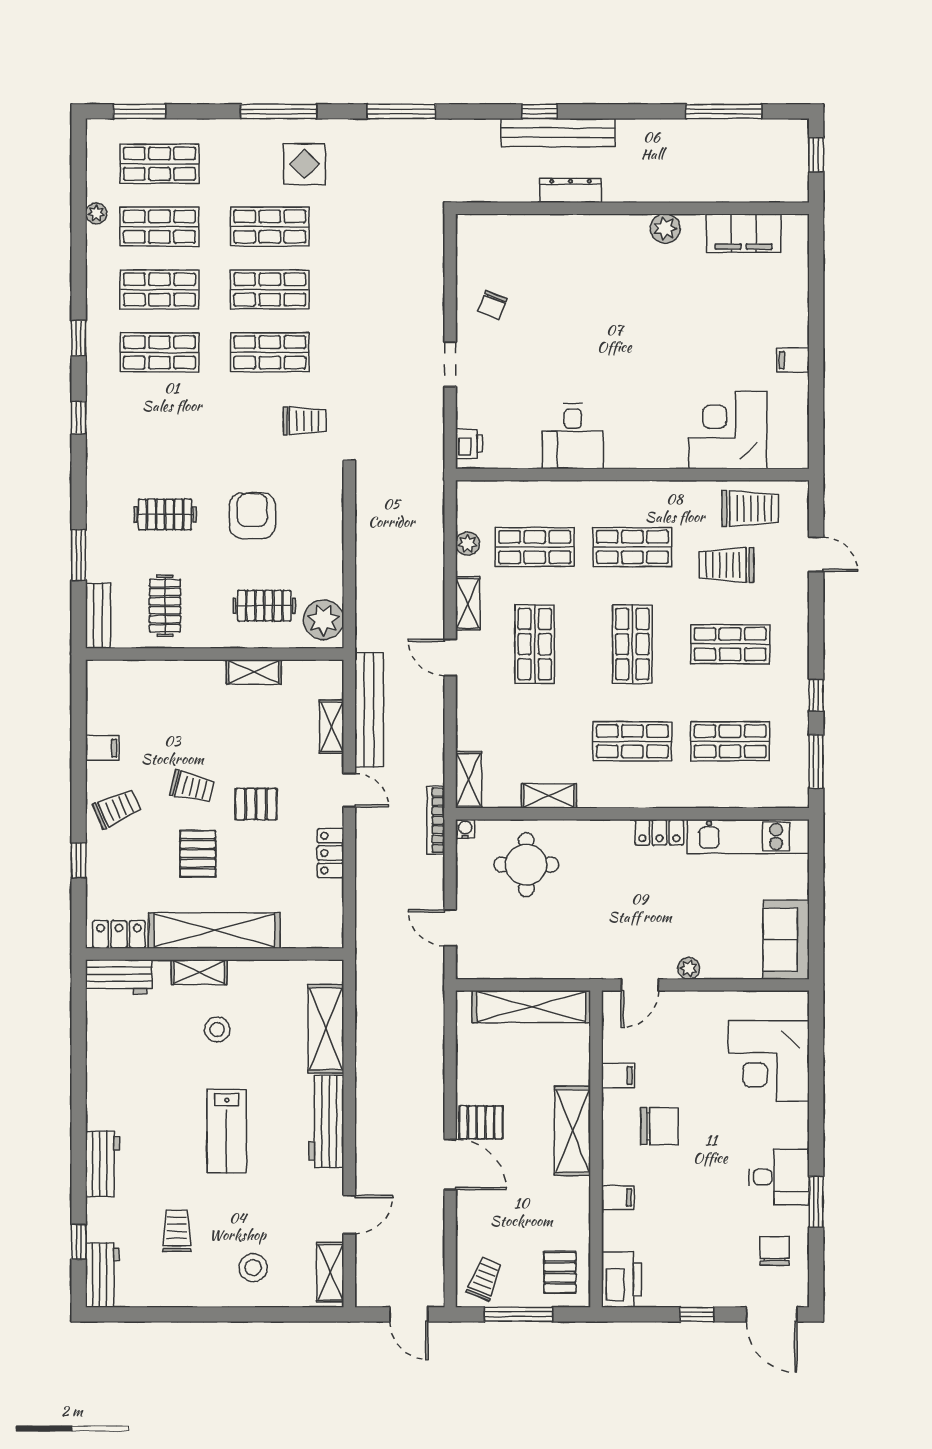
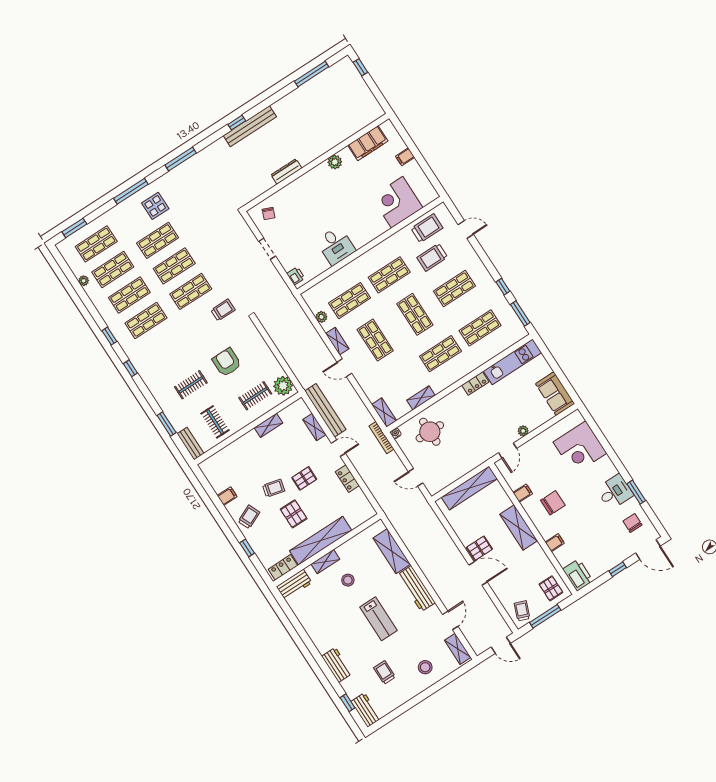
dresser: (571, 191) -> (286, 172), moved
wall: (632, 208) -> (316, 162), moved
plant: (665, 229) -> (335, 162), moved
filing cabinet: (744, 233) -> (368, 143), moved

